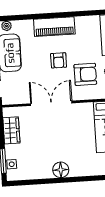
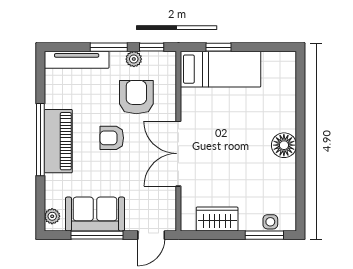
window: (55, 15) -> (40, 140), added
armchair: (59, 60) -> (112, 138), turned 180

